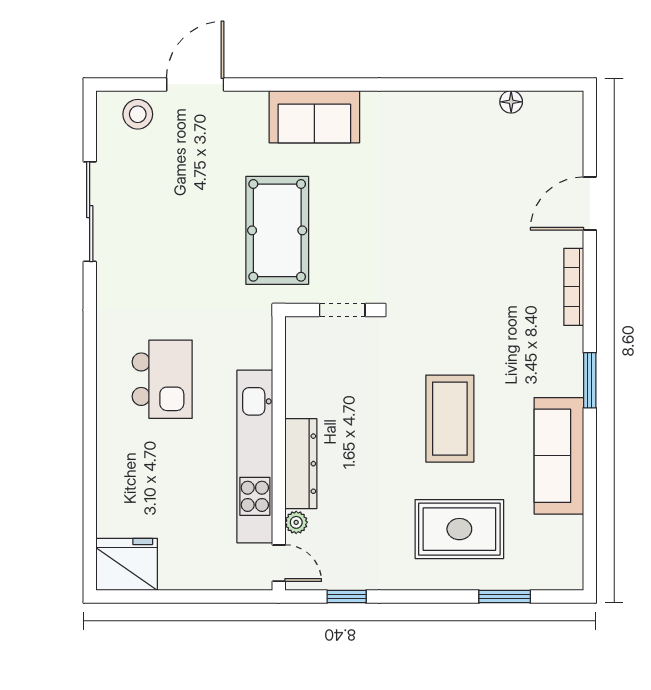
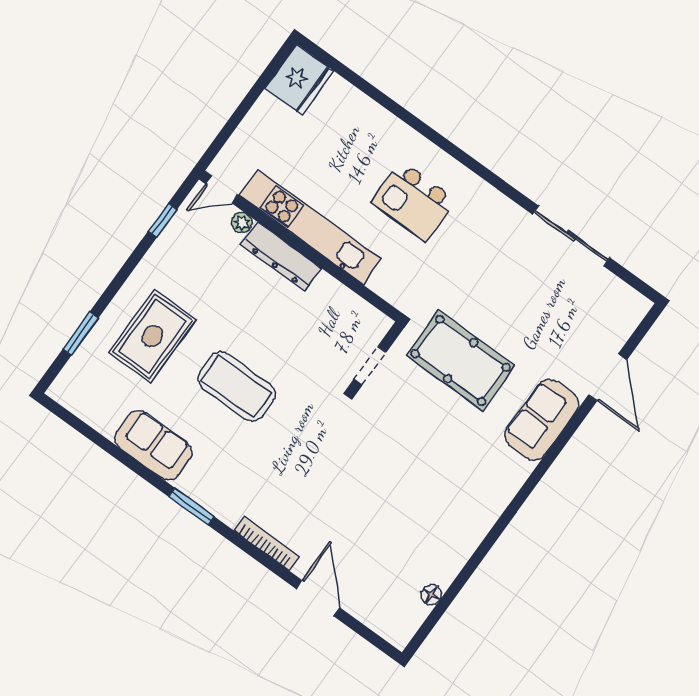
stool: (138, 114) -> (616, 321), removed
sofa: (314, 117) -> (542, 420), moved
sofa: (559, 456) -> (153, 445), width x0.73

